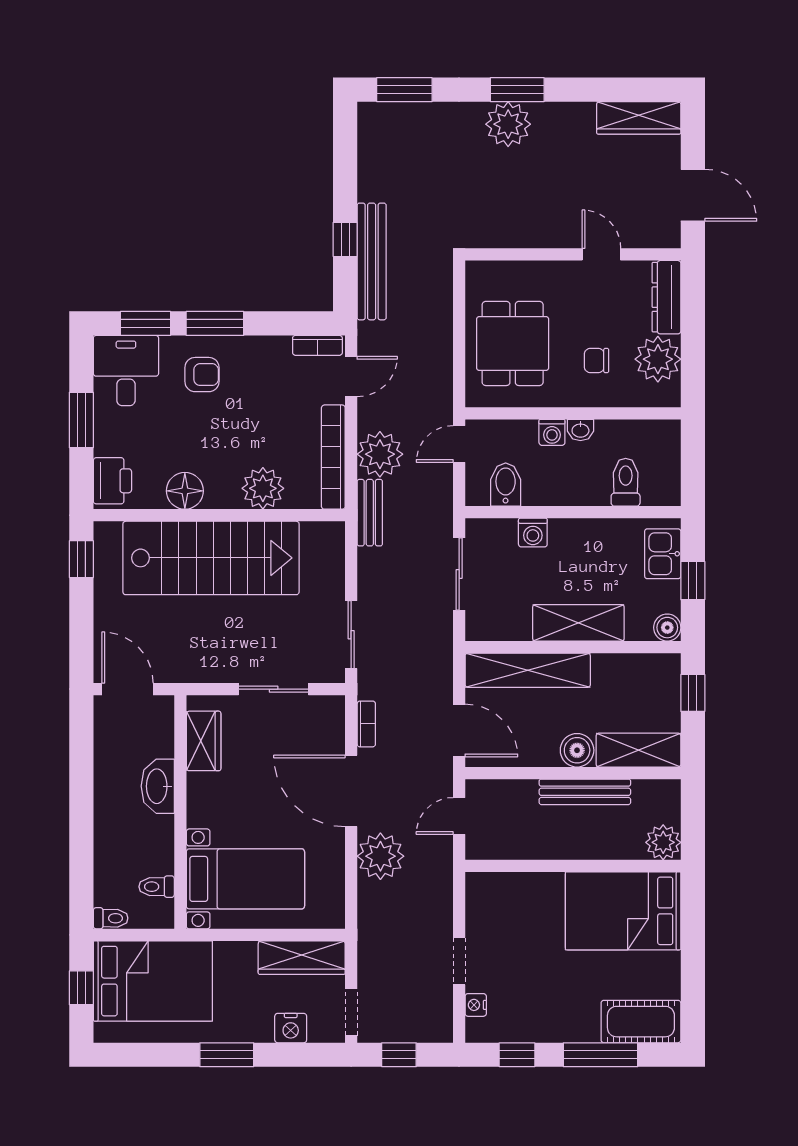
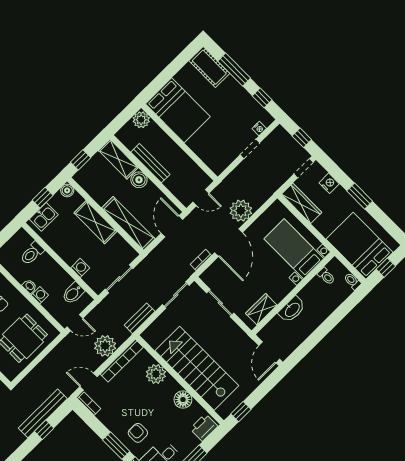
bench: (370, 513) -> (140, 318), moved

